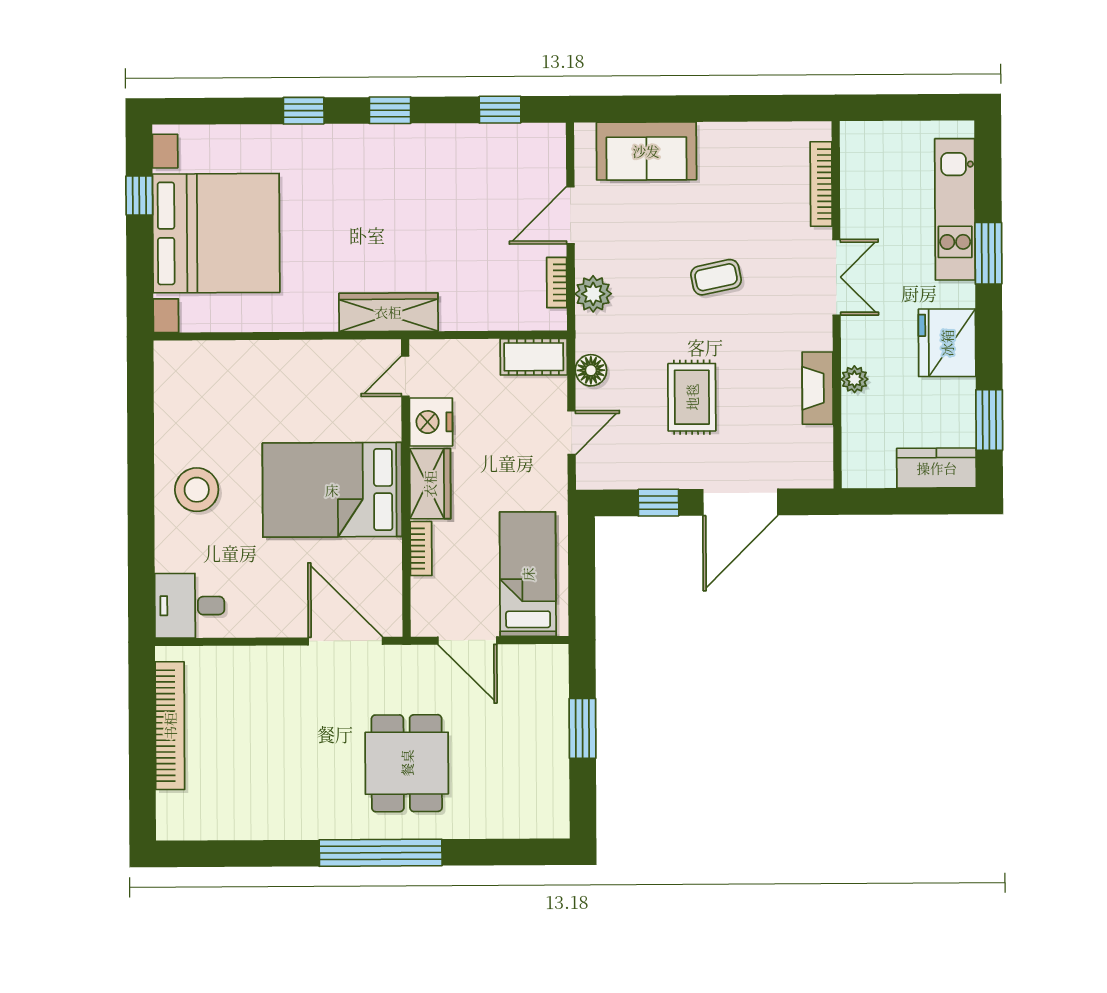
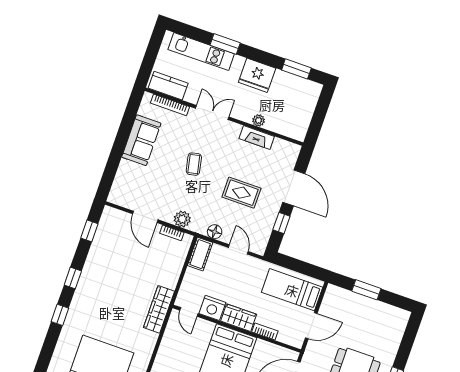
sofa: (646, 151) -> (141, 140), moved
kitchen counter: (937, 468) -> (168, 86), moved, turned 90

